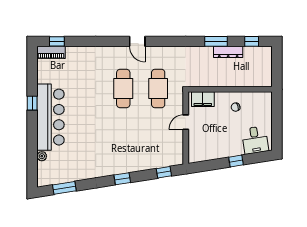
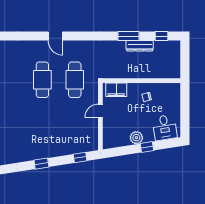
plant: (225, 151) -> (136, 138), added

